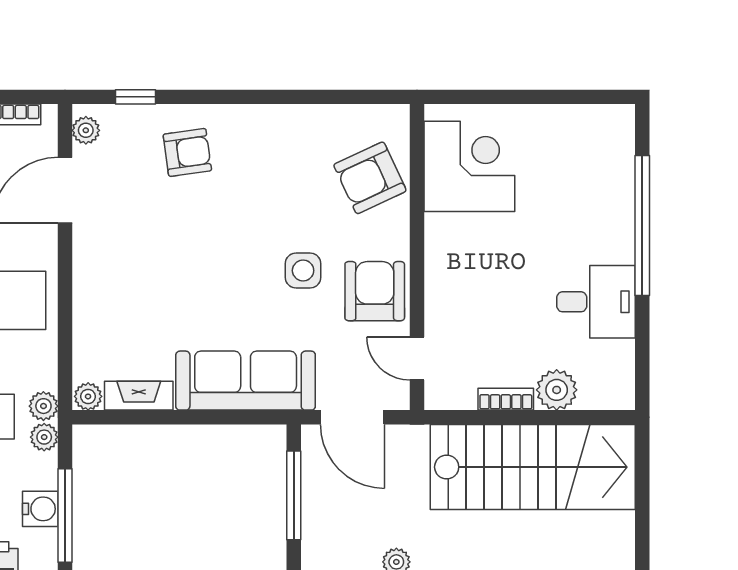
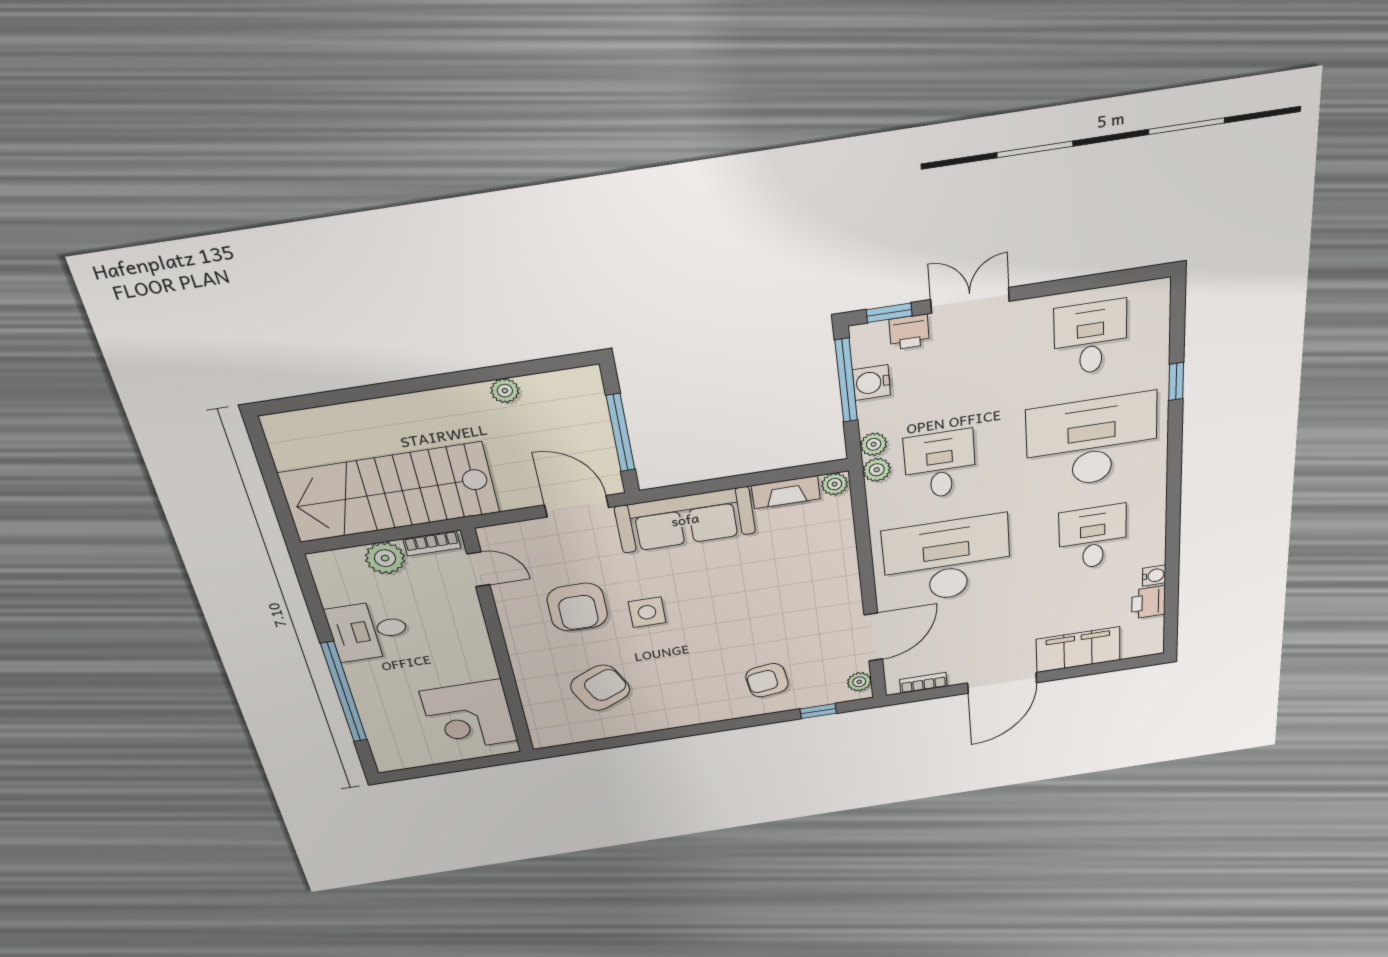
corner desk: (469, 166) -> (469, 716), moved
wall: (417, 257) -> (499, 645), moved
door: (417, 359) -> (478, 569), moved

